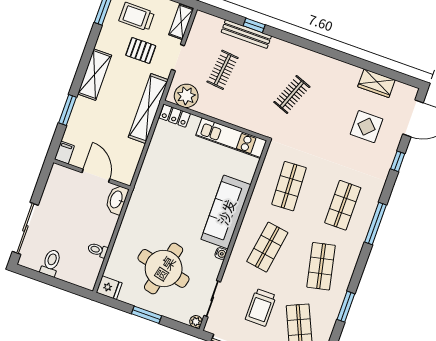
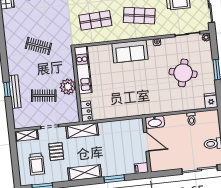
plant: (186, 96) -> (68, 87), moved
shelving: (148, 108) -> (82, 130), width x0.68
door: (96, 176) -> (146, 142), swing flipped
sofa: (226, 212) -> (130, 51), width x0.73
round table: (164, 268) -> (183, 73), width x0.73, depth x0.73

